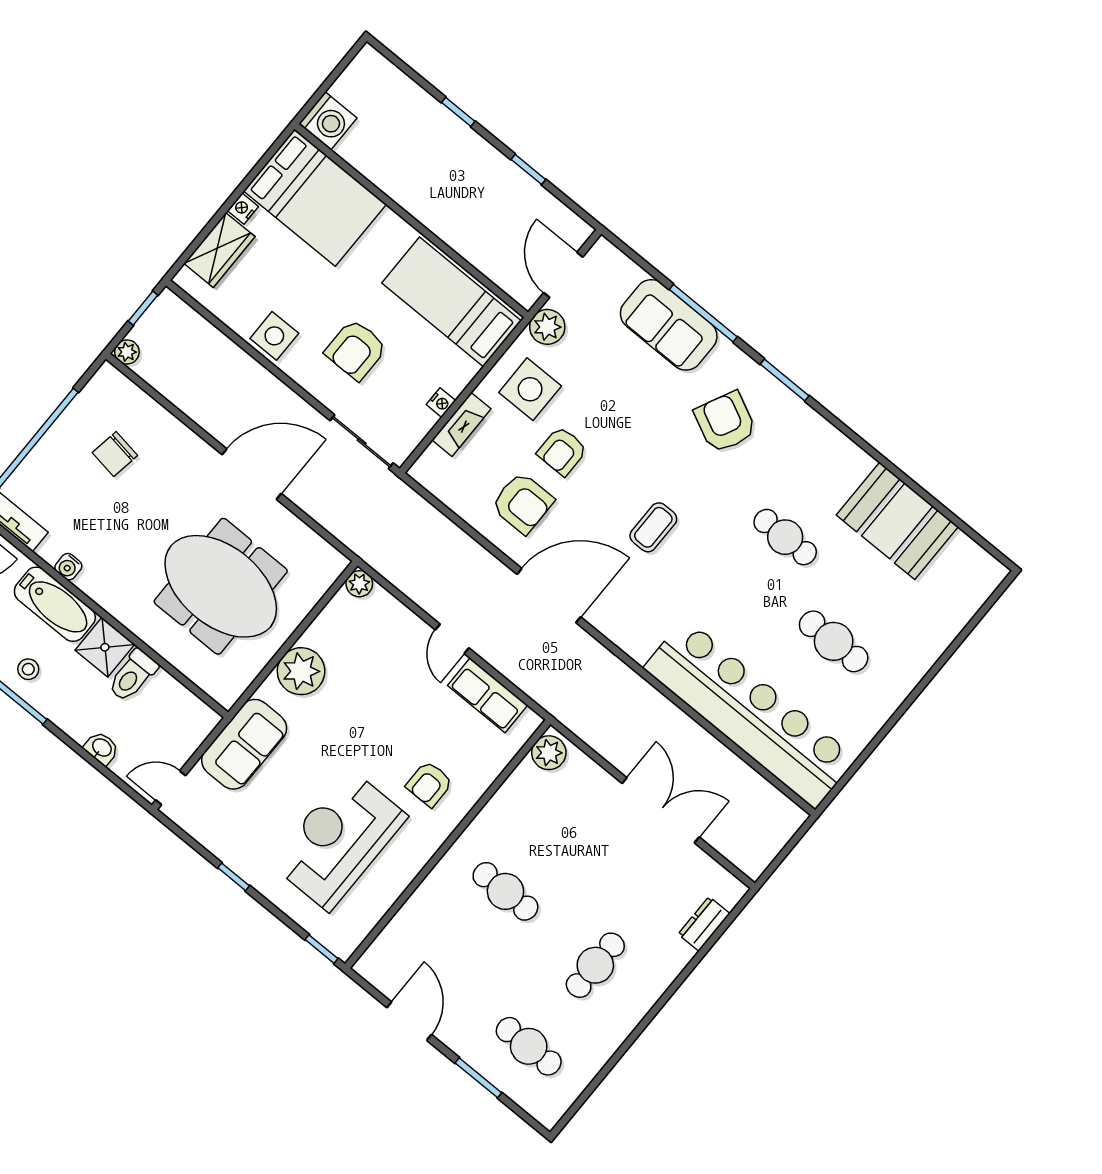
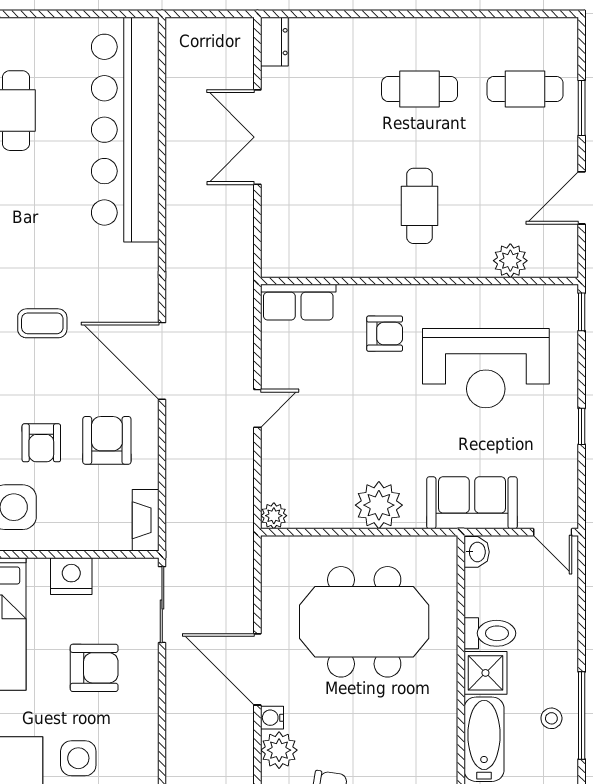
side table: (274, 336) -> (78, 758), moved
nightstand: (441, 403) -> (71, 576), width x1.89, depth x1.79
fireplace: (462, 424) -> (146, 520), moved, turned -90
plant: (176, 440) -> (279, 750), added
armchair: (562, 451) -> (41, 443), turned 90
water cooler: (68, 567) -> (272, 718), moved, turned 180
meeting table: (221, 586) -> (364, 622), turned 90
row of seats: (488, 695) -> (298, 302), moved, turned 90
washbasin: (101, 748) -> (477, 552), moved, turned 180
plant: (549, 753) -> (510, 261), moved
dresser: (704, 924) -> (274, 42), moved, turned -90
cafe table: (529, 1046) -> (525, 89), turned 90

